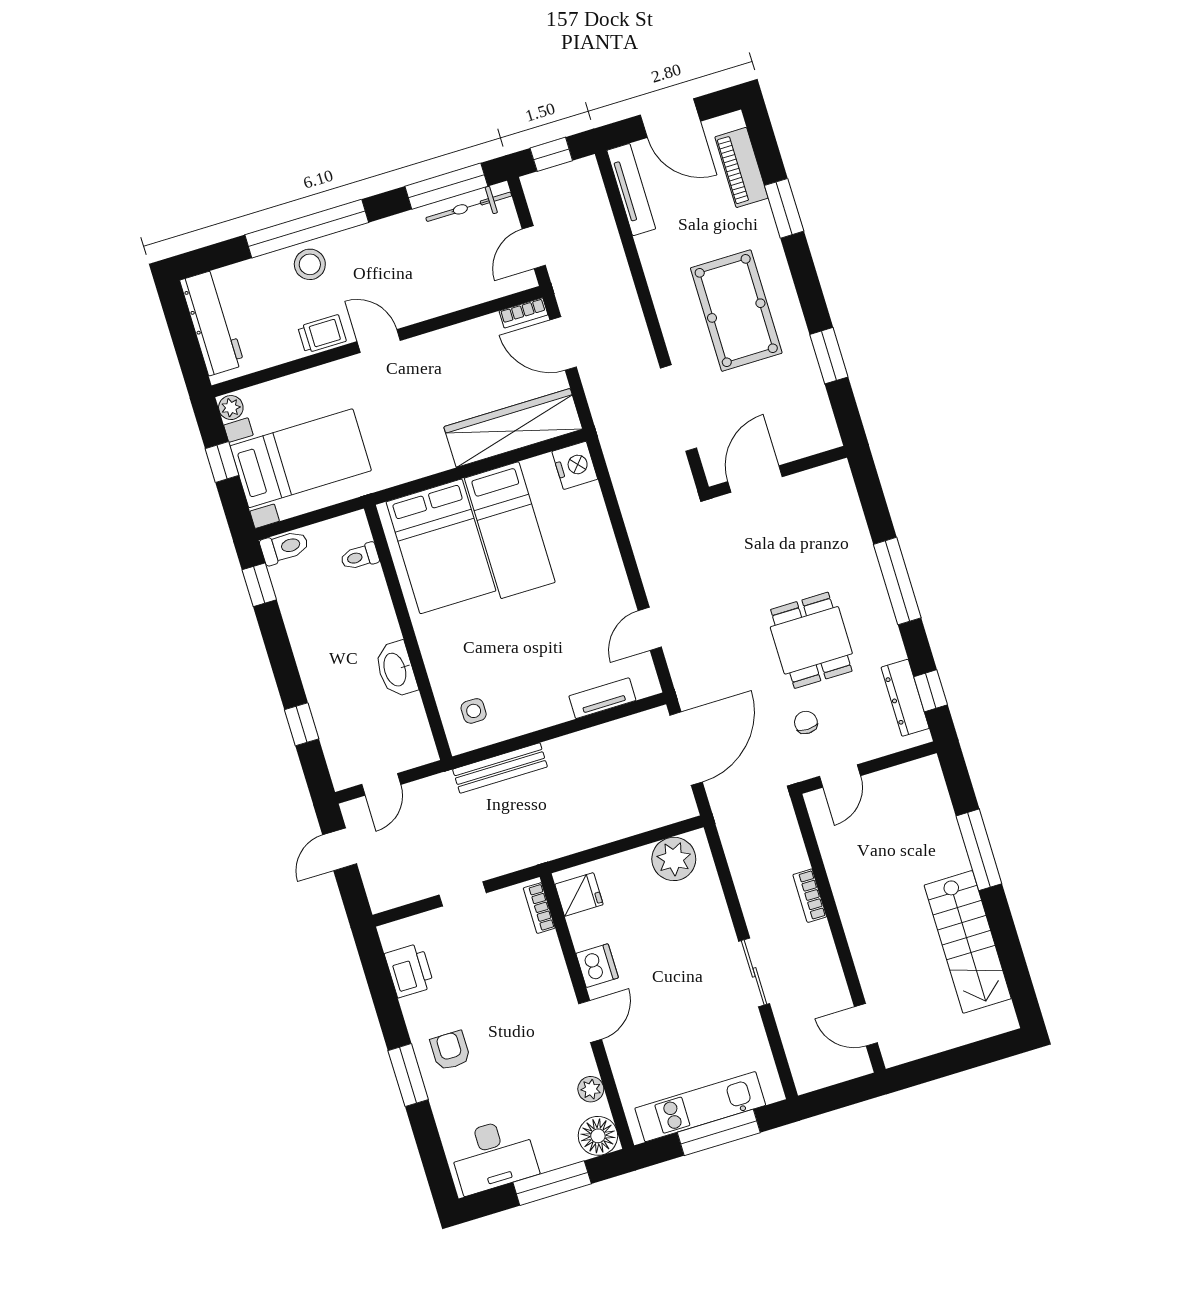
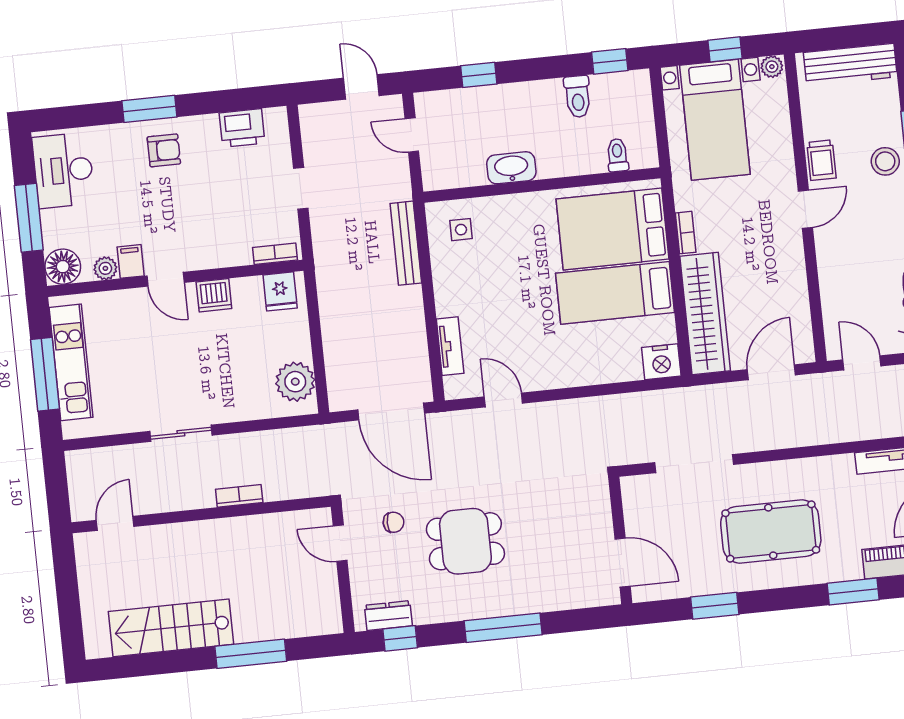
bookcase: (523, 313) -> (686, 233), moved, turned 180
door: (755, 479) -> (623, 563), moved
toilet: (284, 547) -> (578, 96), moved
dresser: (905, 698) -> (388, 616), width x0.70
filing cabinet: (578, 1063) -> (131, 261), added

